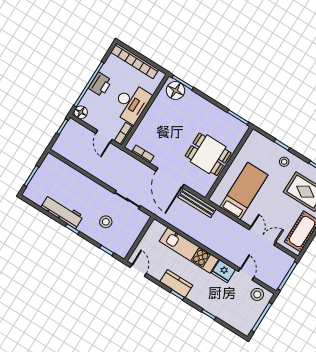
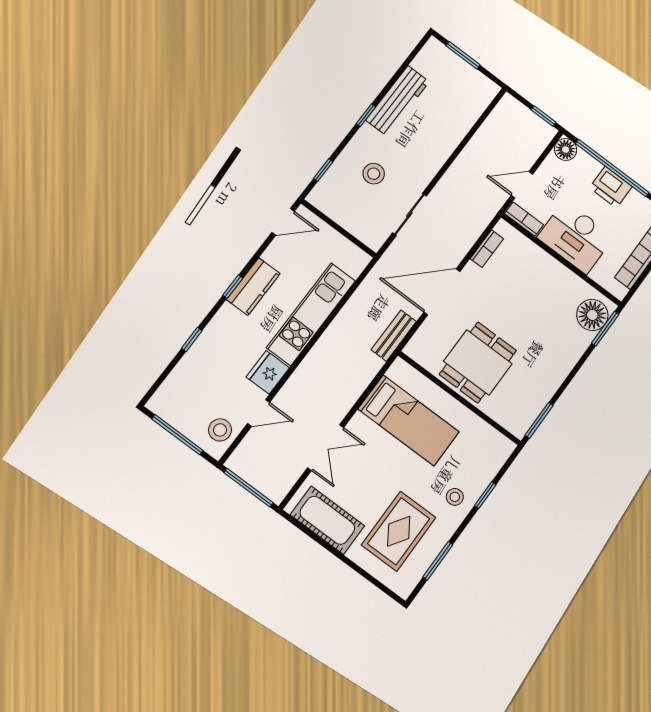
bench: (197, 203) -> (394, 336), width x0.73

